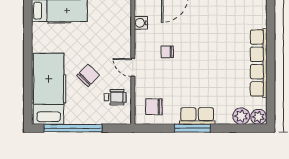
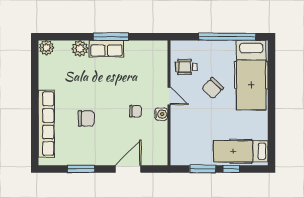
water cooler: (141, 23) -> (161, 114), moved
row of seats: (259, 63) -> (46, 124), moved
chair: (154, 107) -> (86, 118), moved
plant: (241, 116) -> (80, 48), moved

